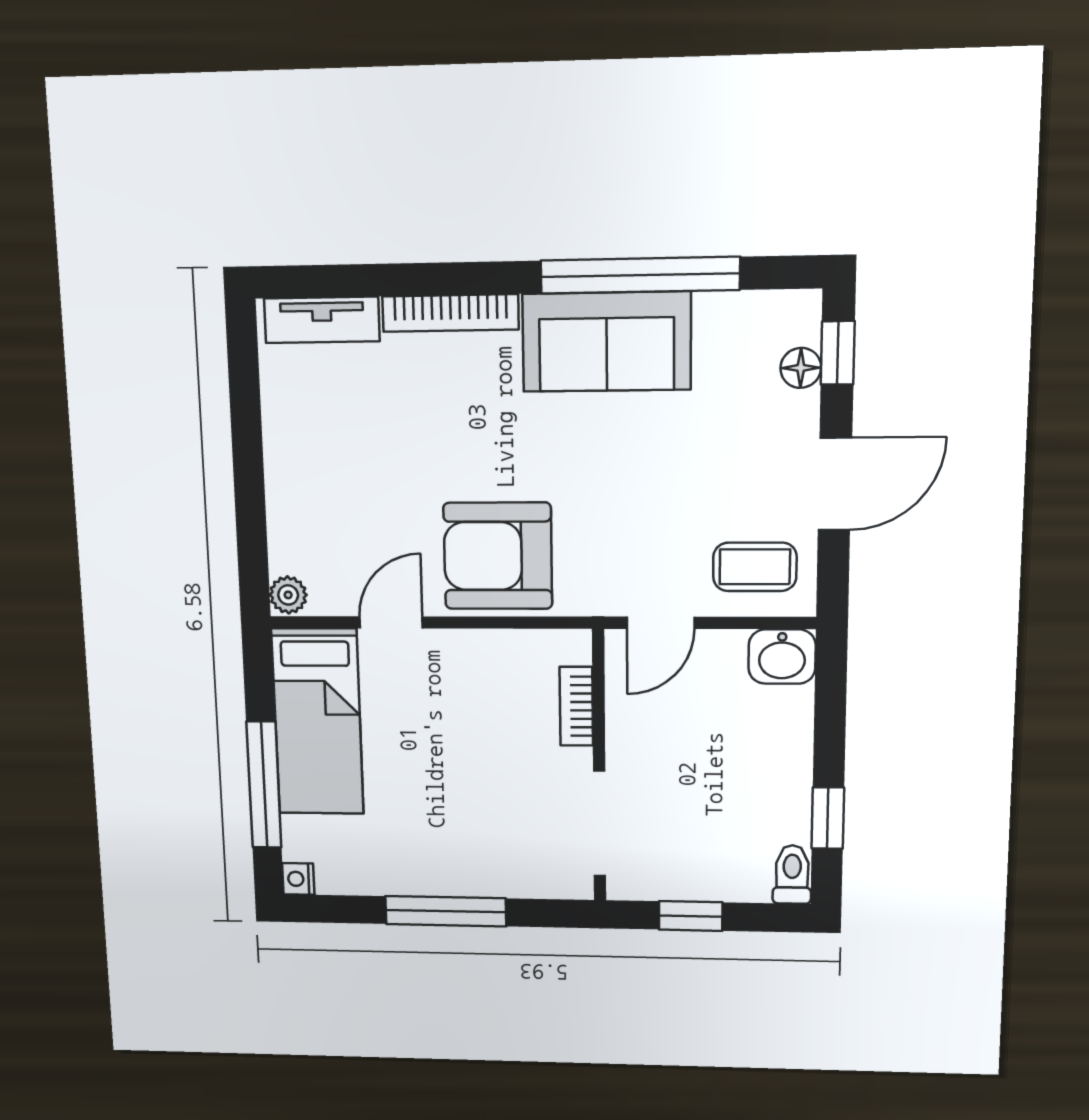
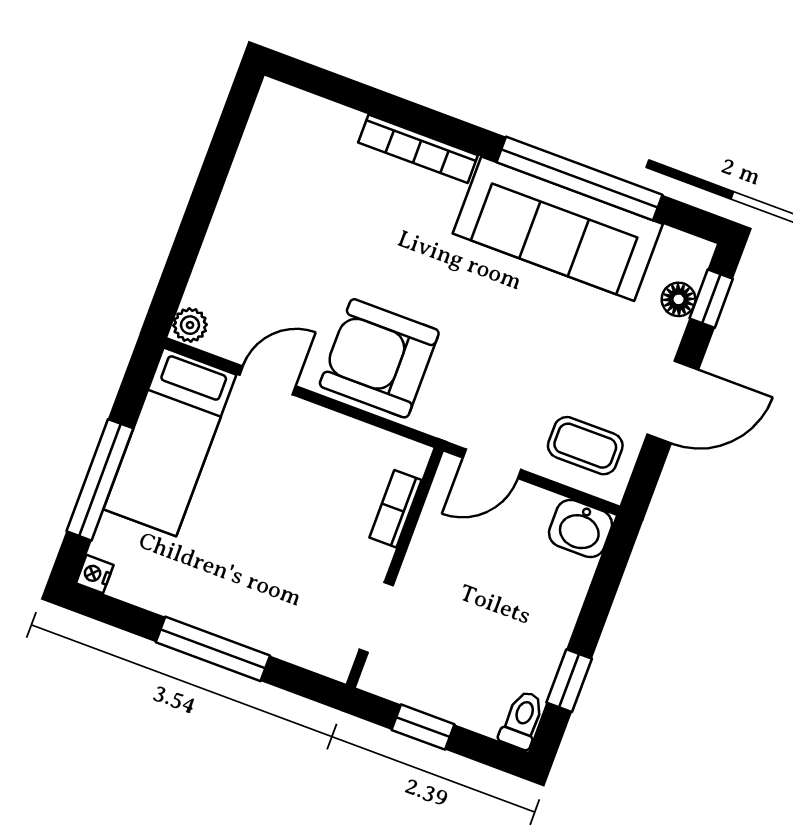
tv unit: (322, 320) -> (312, 114), removed
sofa: (607, 342) -> (558, 229), width x1.36
doorway: (599, 824) -> (376, 618), width x0.73

